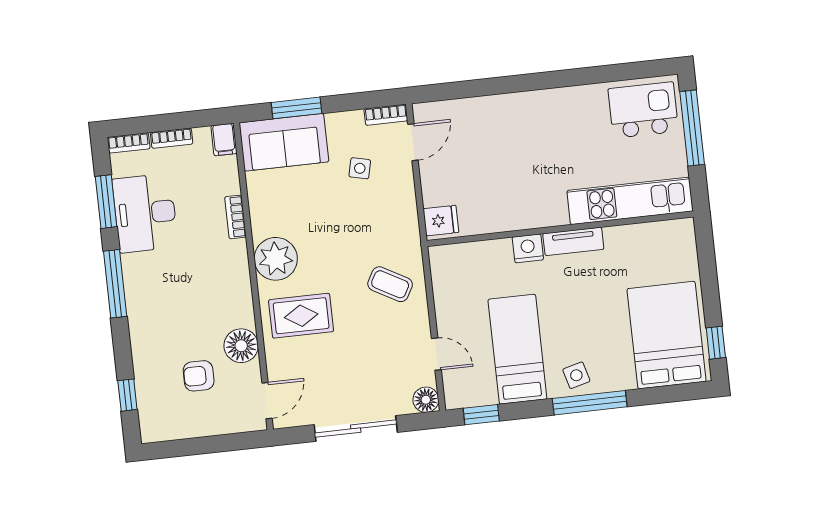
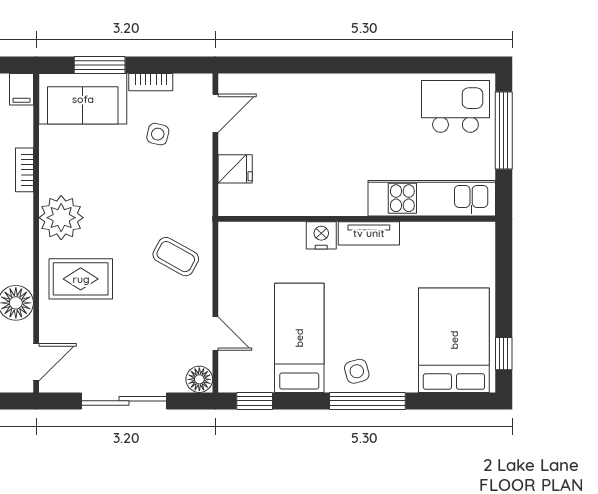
bookcase: (386, 115) -> (151, 82), moved
fridge: (441, 221) -> (235, 169), moved

